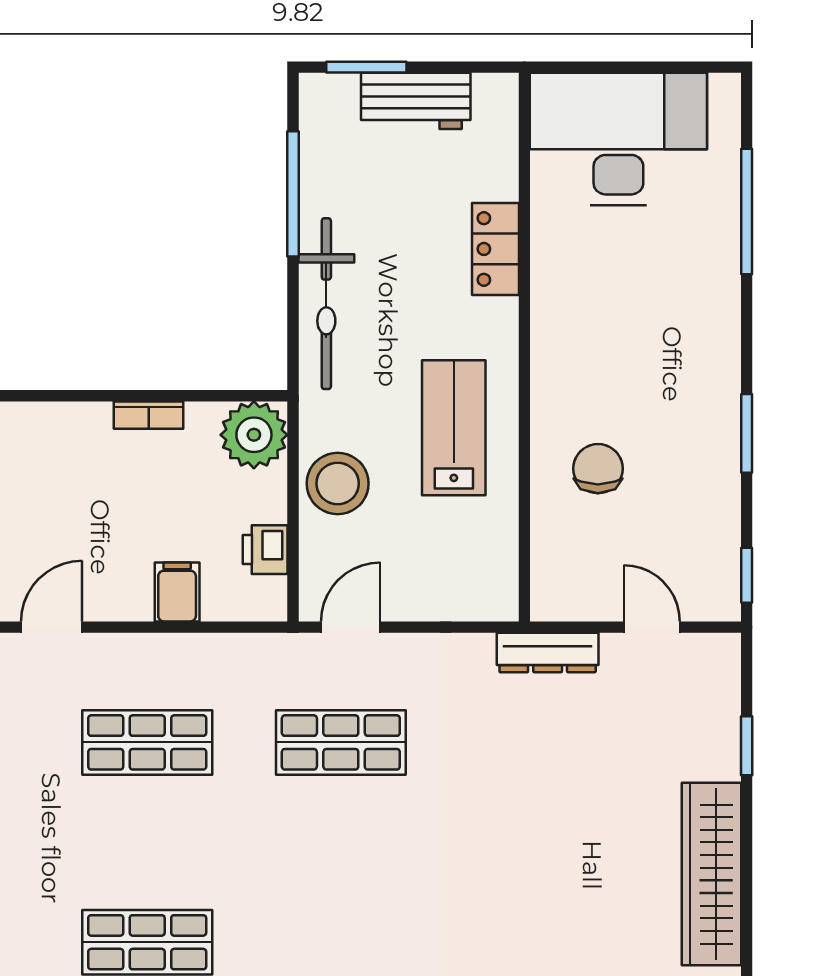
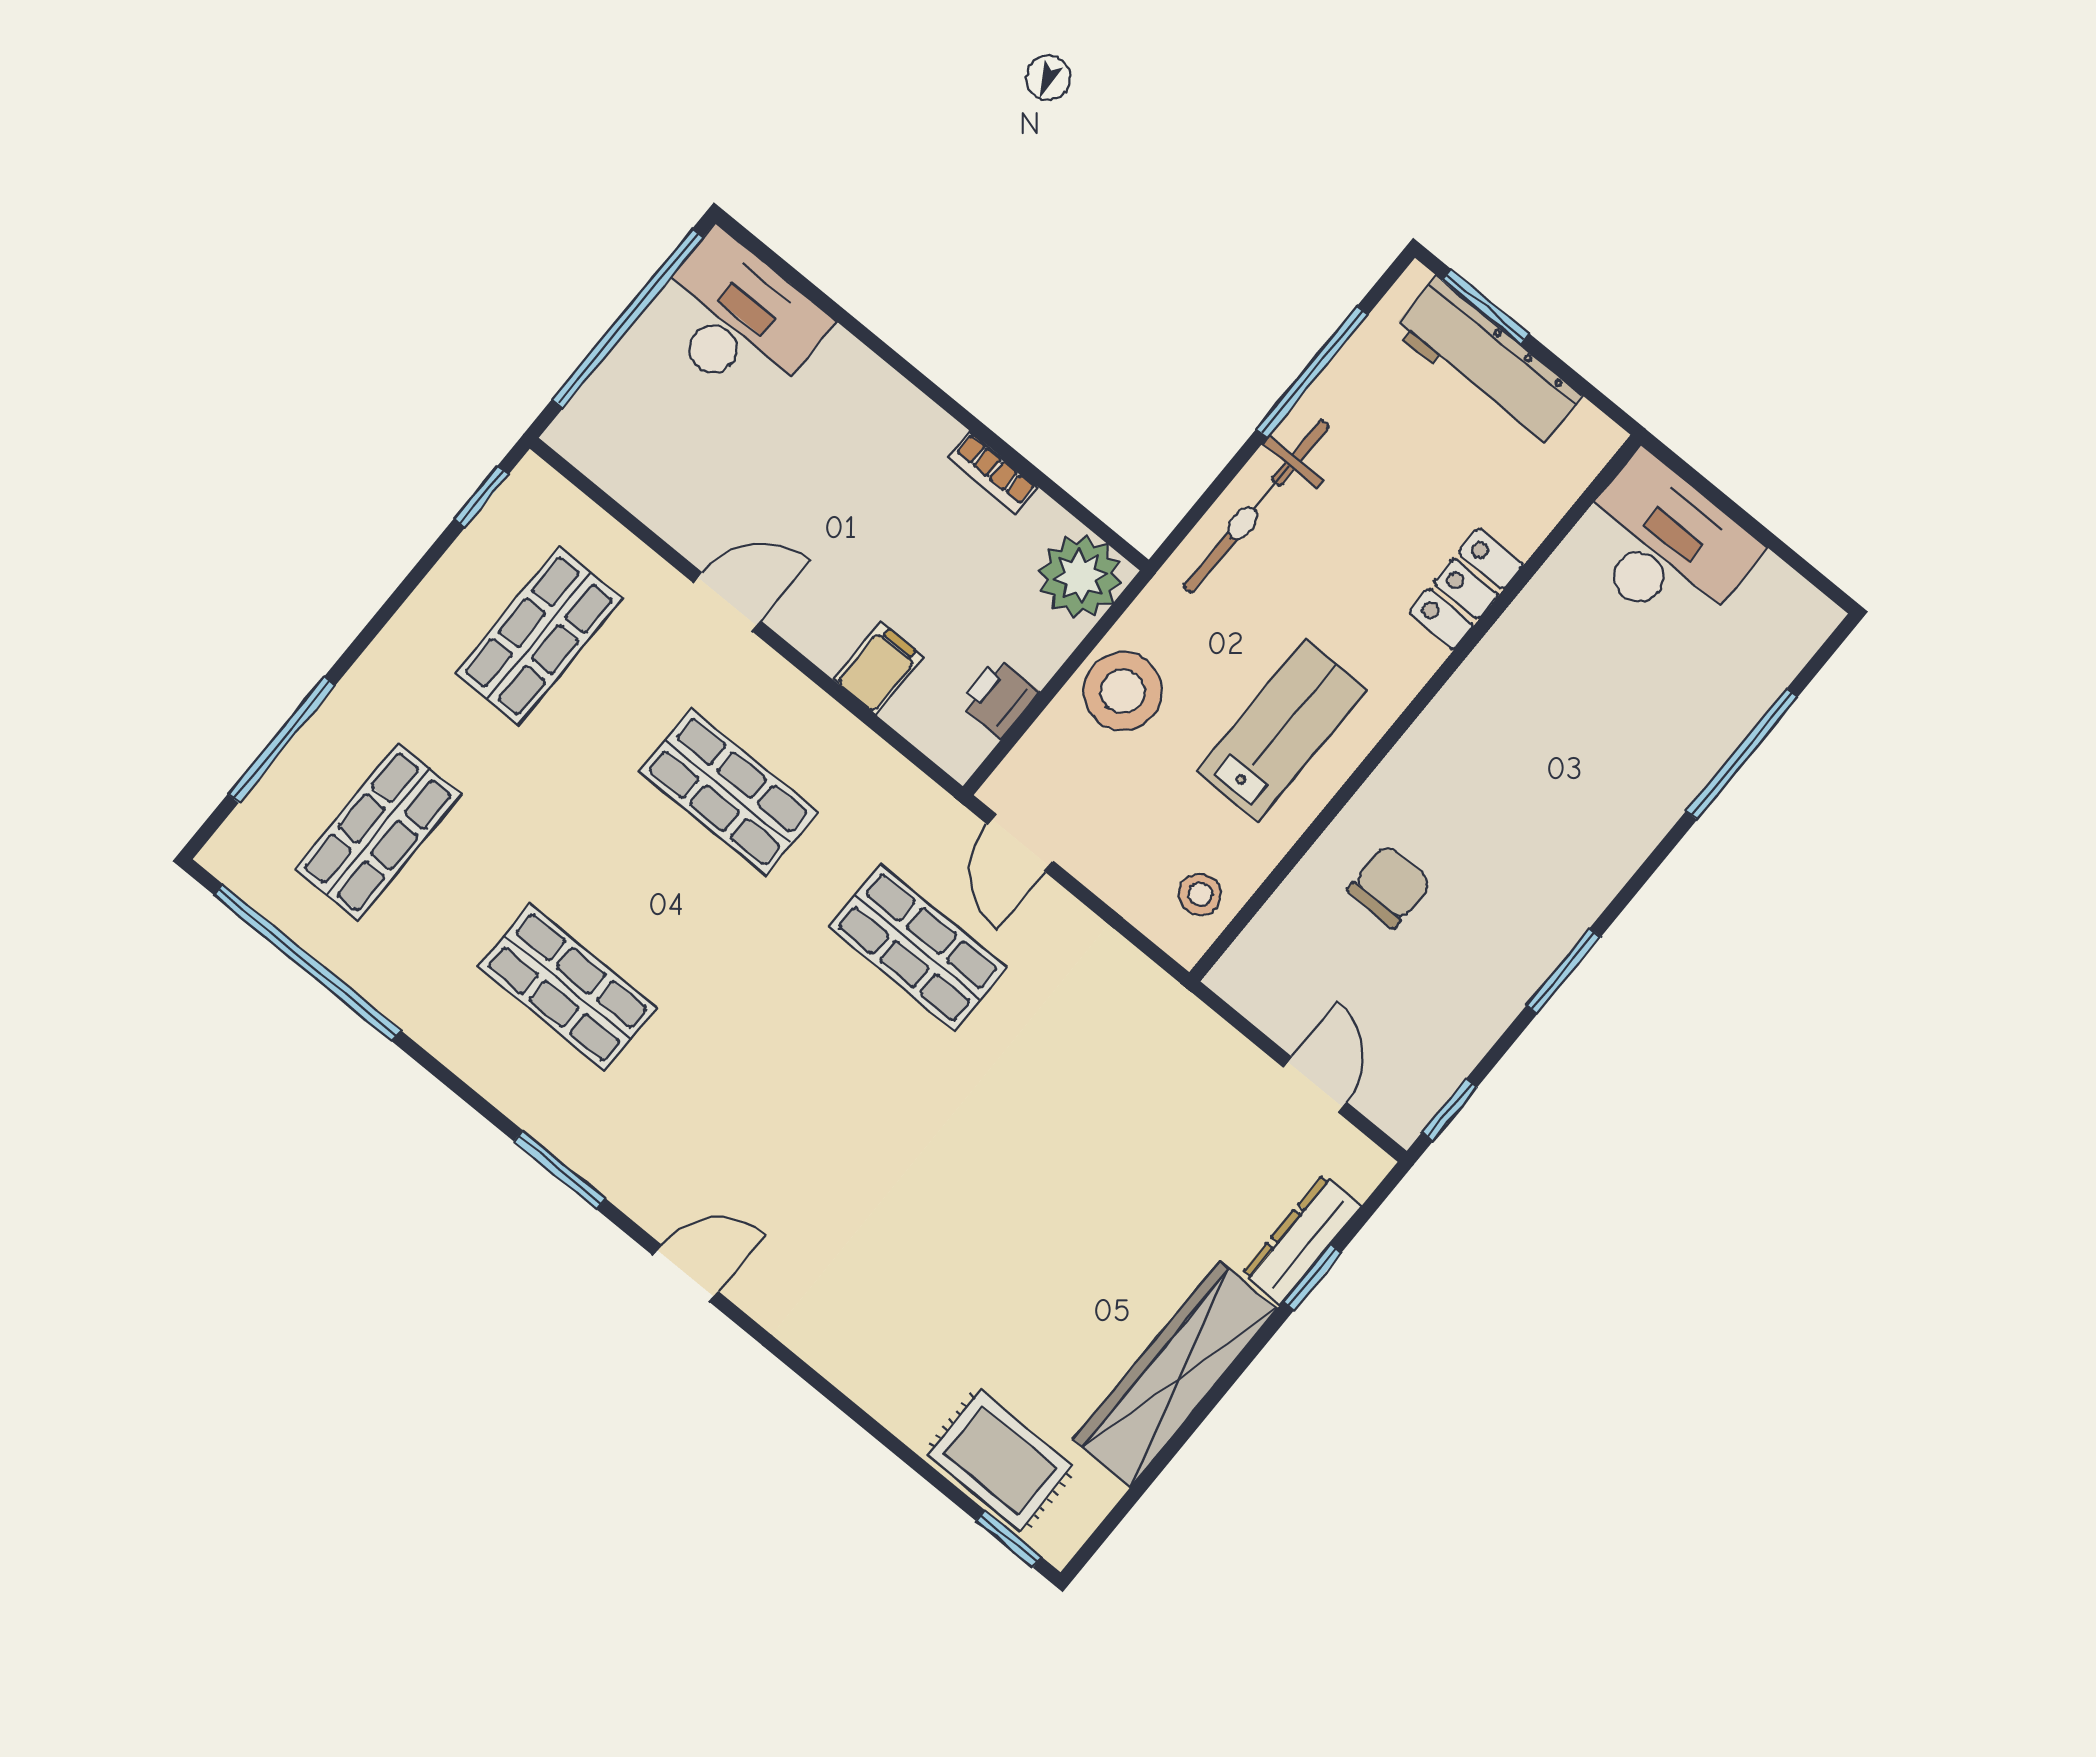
workbench: (416, 101) -> (1487, 363), width x1.38
desk: (618, 139) -> (1664, 546), width x0.73, depth x0.77
stool: (486, 569) -> (1200, 894), added
door: (351, 627) -> (1020, 842), swing flipped
dresser: (548, 652) -> (1301, 1240), moved, turned 90

